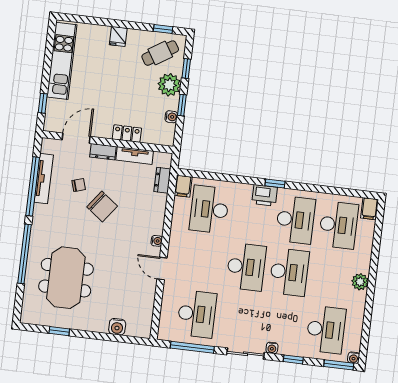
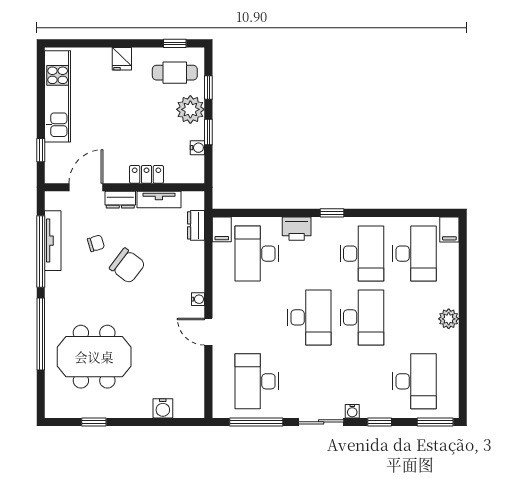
cafe table: (160, 53) -> (175, 73), turned 32
printer: (265, 195) -> (297, 229), moved
meeting table: (66, 278) -> (94, 357), turned 90
desk: (197, 314) -> (257, 381), turned 180
water cooler: (354, 358) -> (452, 411), removed

